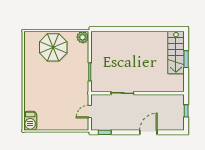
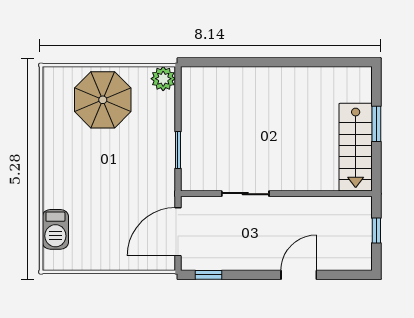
stairs: (176, 53) -> (356, 147), moved
door: (90, 112) -> (178, 232), width x1.87
barbecue: (30, 121) -> (55, 229), moved

